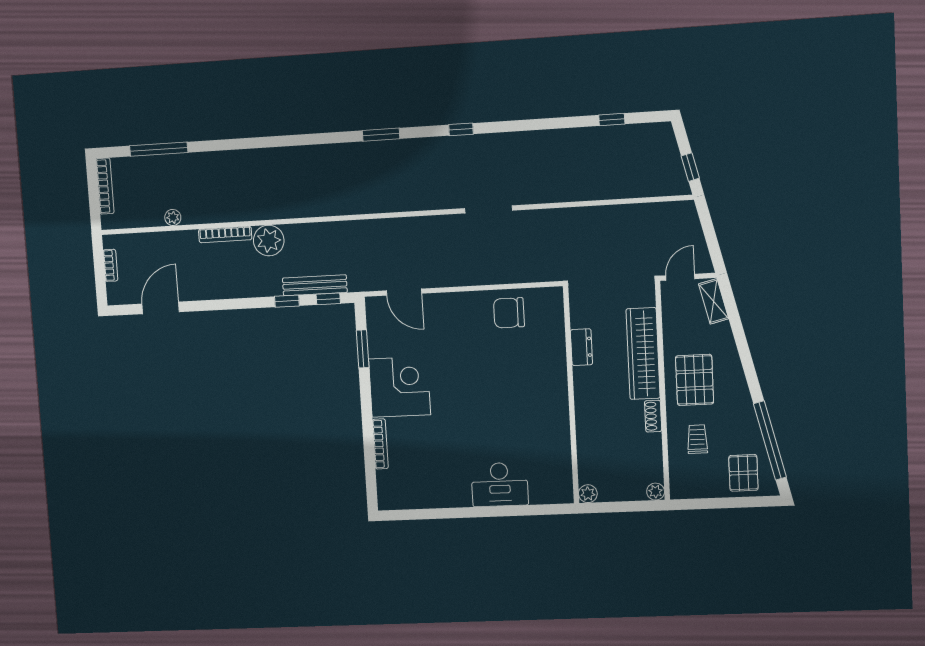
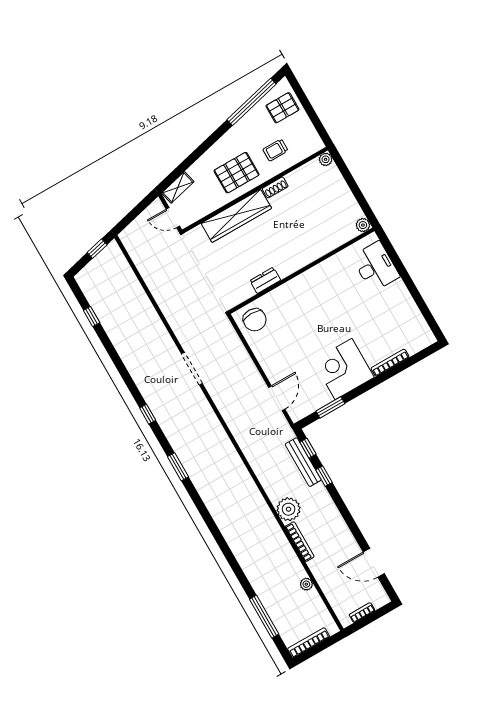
dresser: (581, 347) -> (265, 280), moved
wall: (571, 395) -> (301, 271), moved
plant: (588, 494) -> (363, 225), moved

